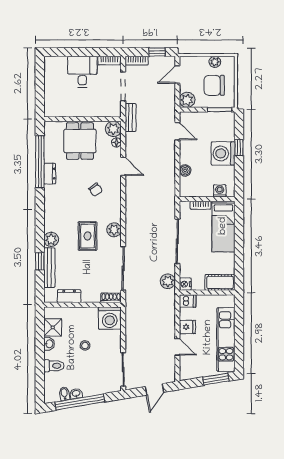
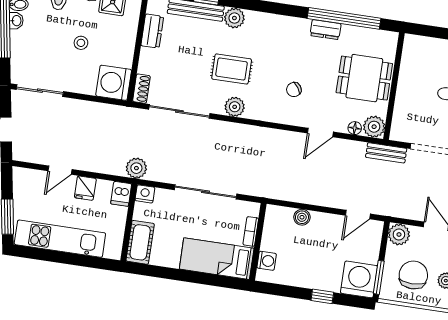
washing machine: (223, 153) -> (359, 279), moved
plant: (168, 281) -> (136, 168), moved

